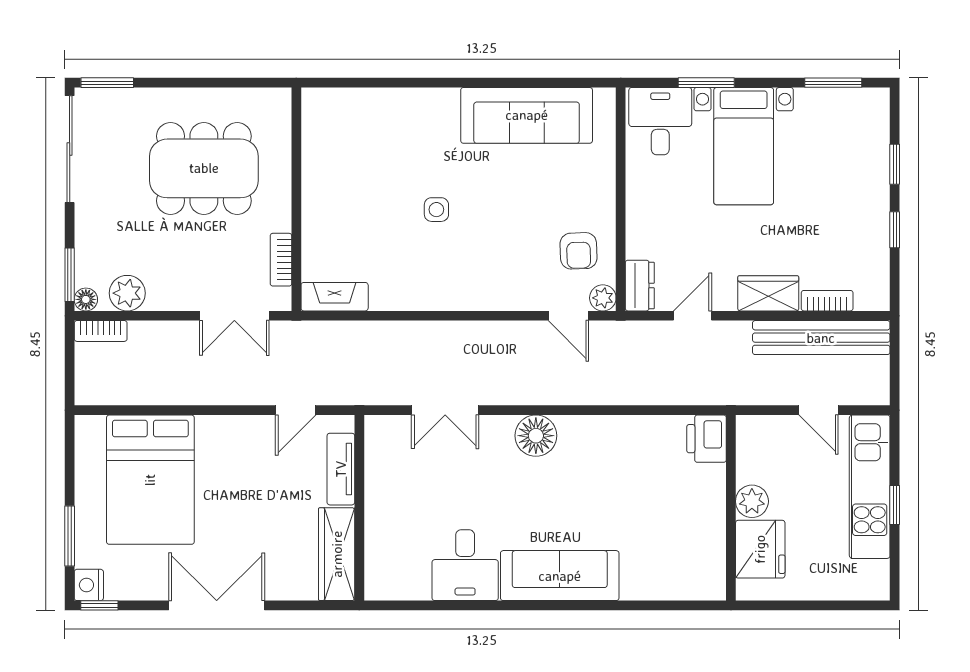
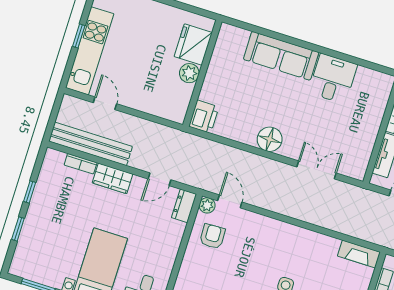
printer: (707, 439) -> (204, 117), moved
plant: (752, 501) -> (189, 73), moved
wall: (731, 508) -> (202, 73), moved
fridge: (760, 549) -> (193, 45), moved

